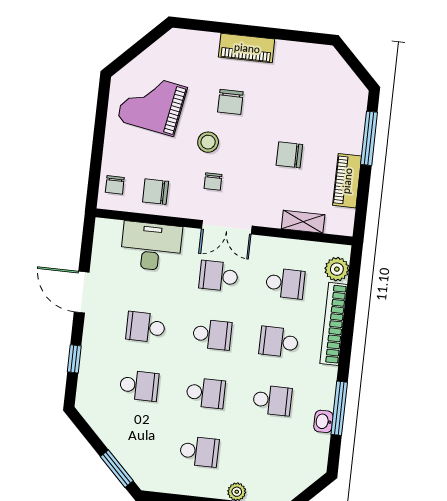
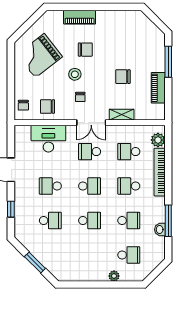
piano: (247, 48) -> (80, 17), moved
chair: (230, 102) -> (85, 50), turned -90
grand piano: (152, 104) -> (40, 56), turned -48
shelving: (303, 222) -> (122, 115), moved
school desk: (285, 283) -> (129, 152), turned 180
school desk: (199, 451) -> (129, 255), moved
window: (117, 469) -> (35, 262), moved

